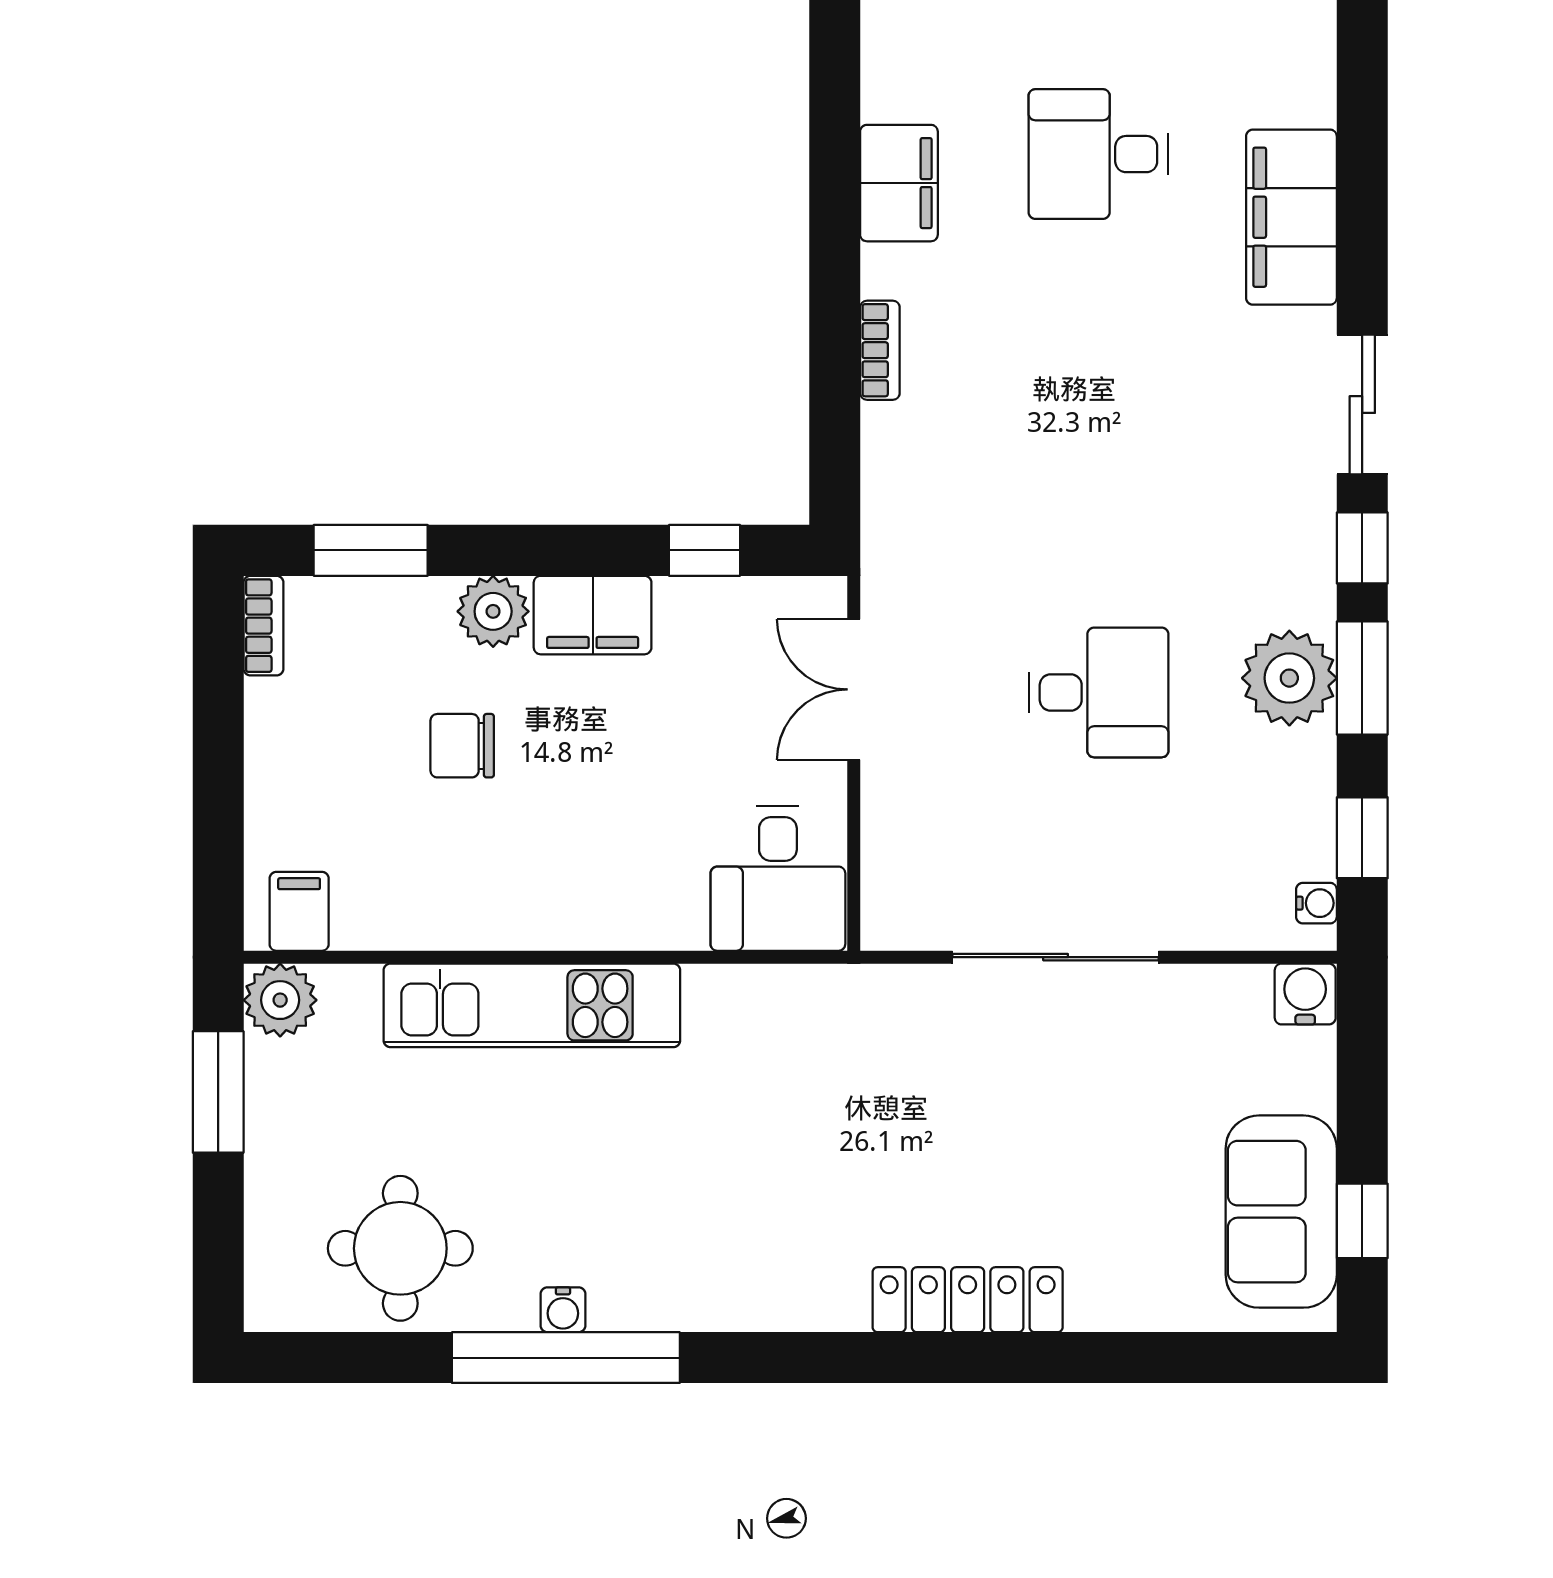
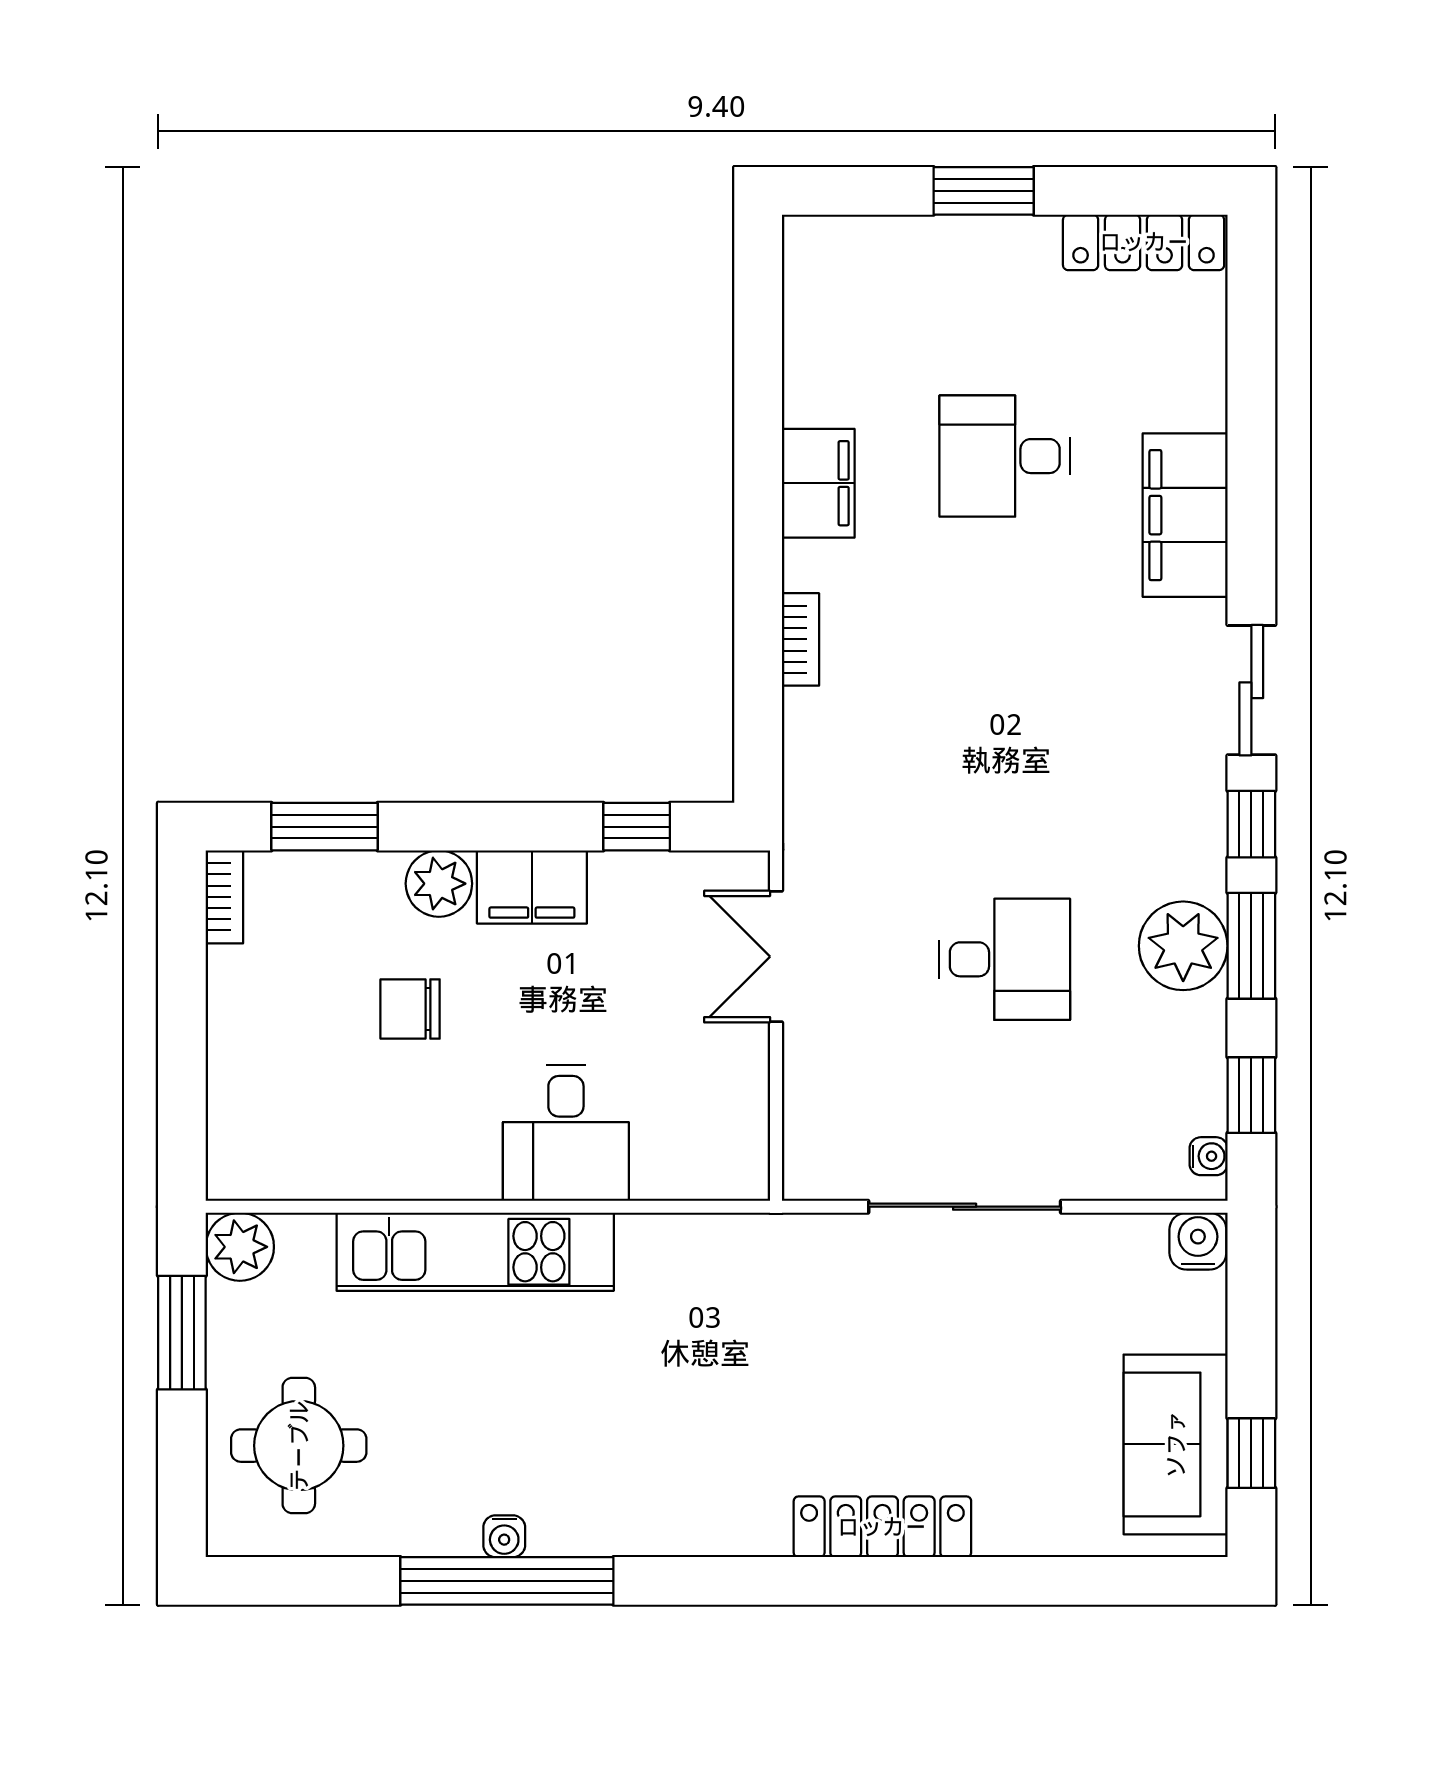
desk: (778, 878) -> (566, 1133), moved
filing cabinet: (299, 911) -> (258, 1164), removed
round table: (400, 1248) -> (299, 1446), moved

